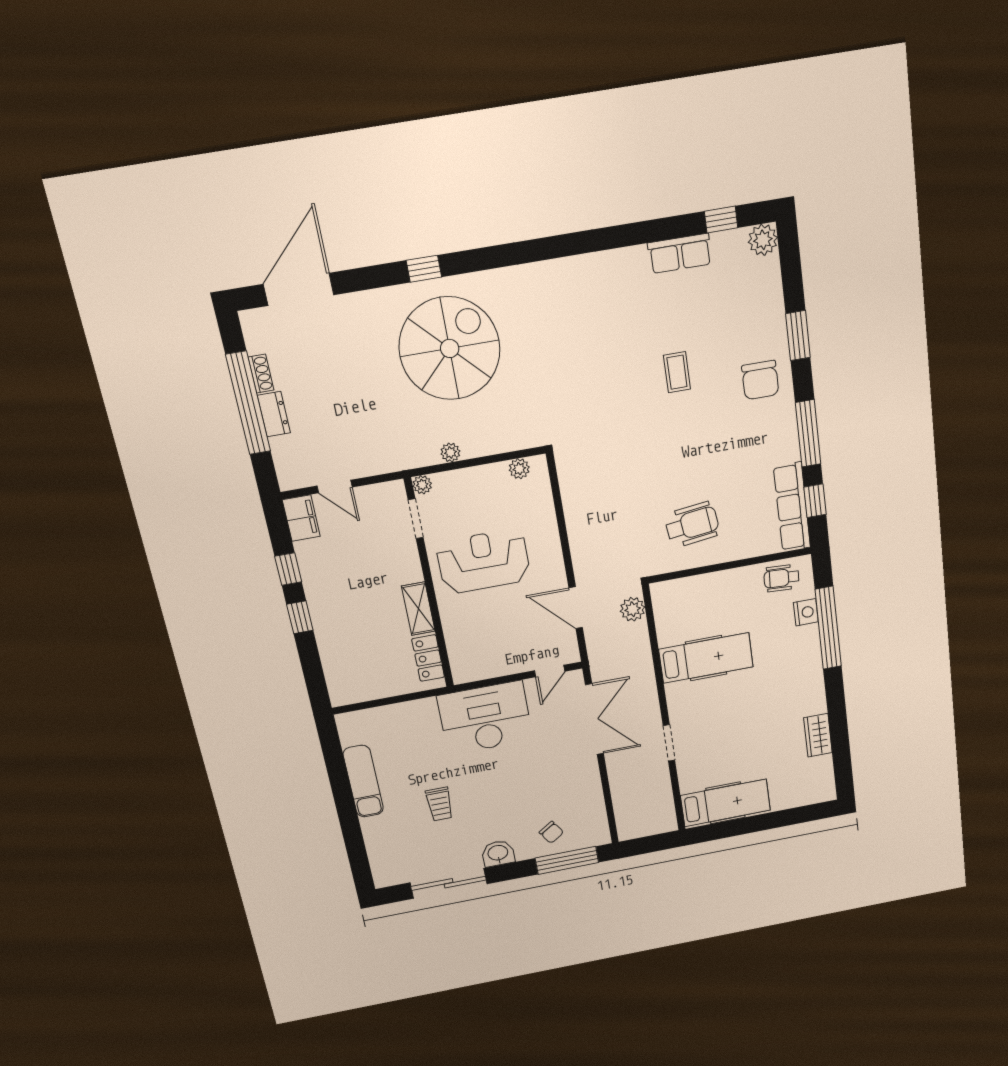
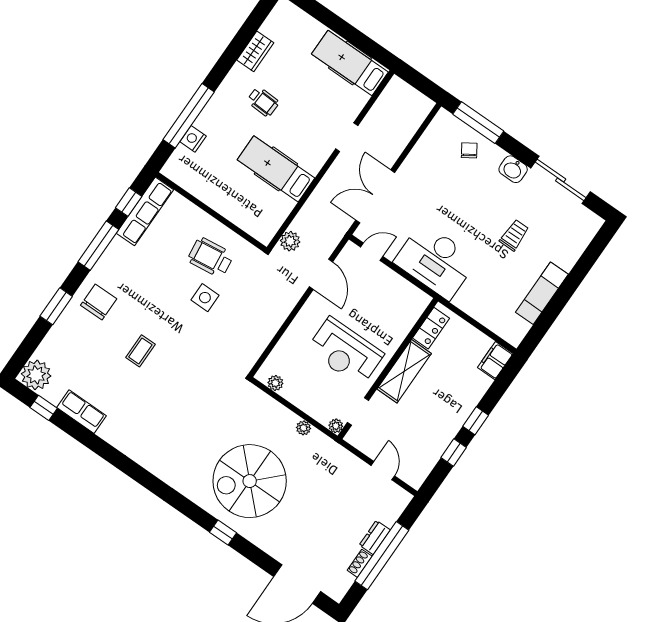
plant: (763, 240) -> (36, 375), width x1.36, depth x1.36
side table: (663, 483) -> (205, 298), added
filing cabinet: (301, 518) -> (495, 361), moved
wheelchair: (782, 578) -> (263, 102), moved
shelving: (418, 609) -> (404, 371), width x1.50, depth x1.33

